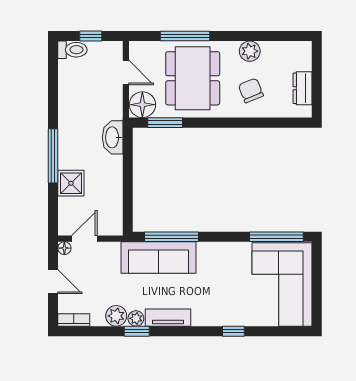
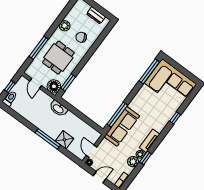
door: (126, 72) -> (36, 83), swing flipped
dining table: (193, 78) -> (58, 58), width x0.73

